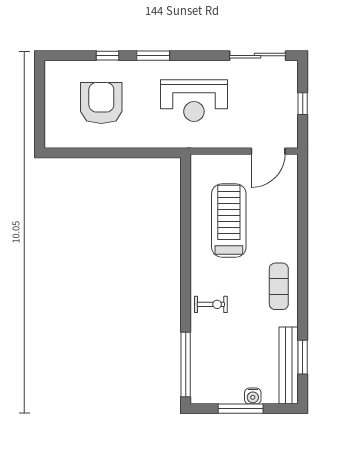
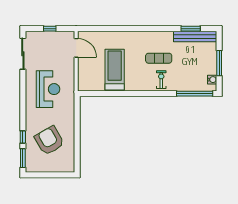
window: (153, 56) -> (23, 158), moved
armchair: (101, 103) -> (49, 141), turned 60
treadmill: (229, 220) -> (115, 70), turned 90
exercise mat: (279, 286) -> (159, 58), moved
water cooler: (253, 396) -> (212, 80), moved

